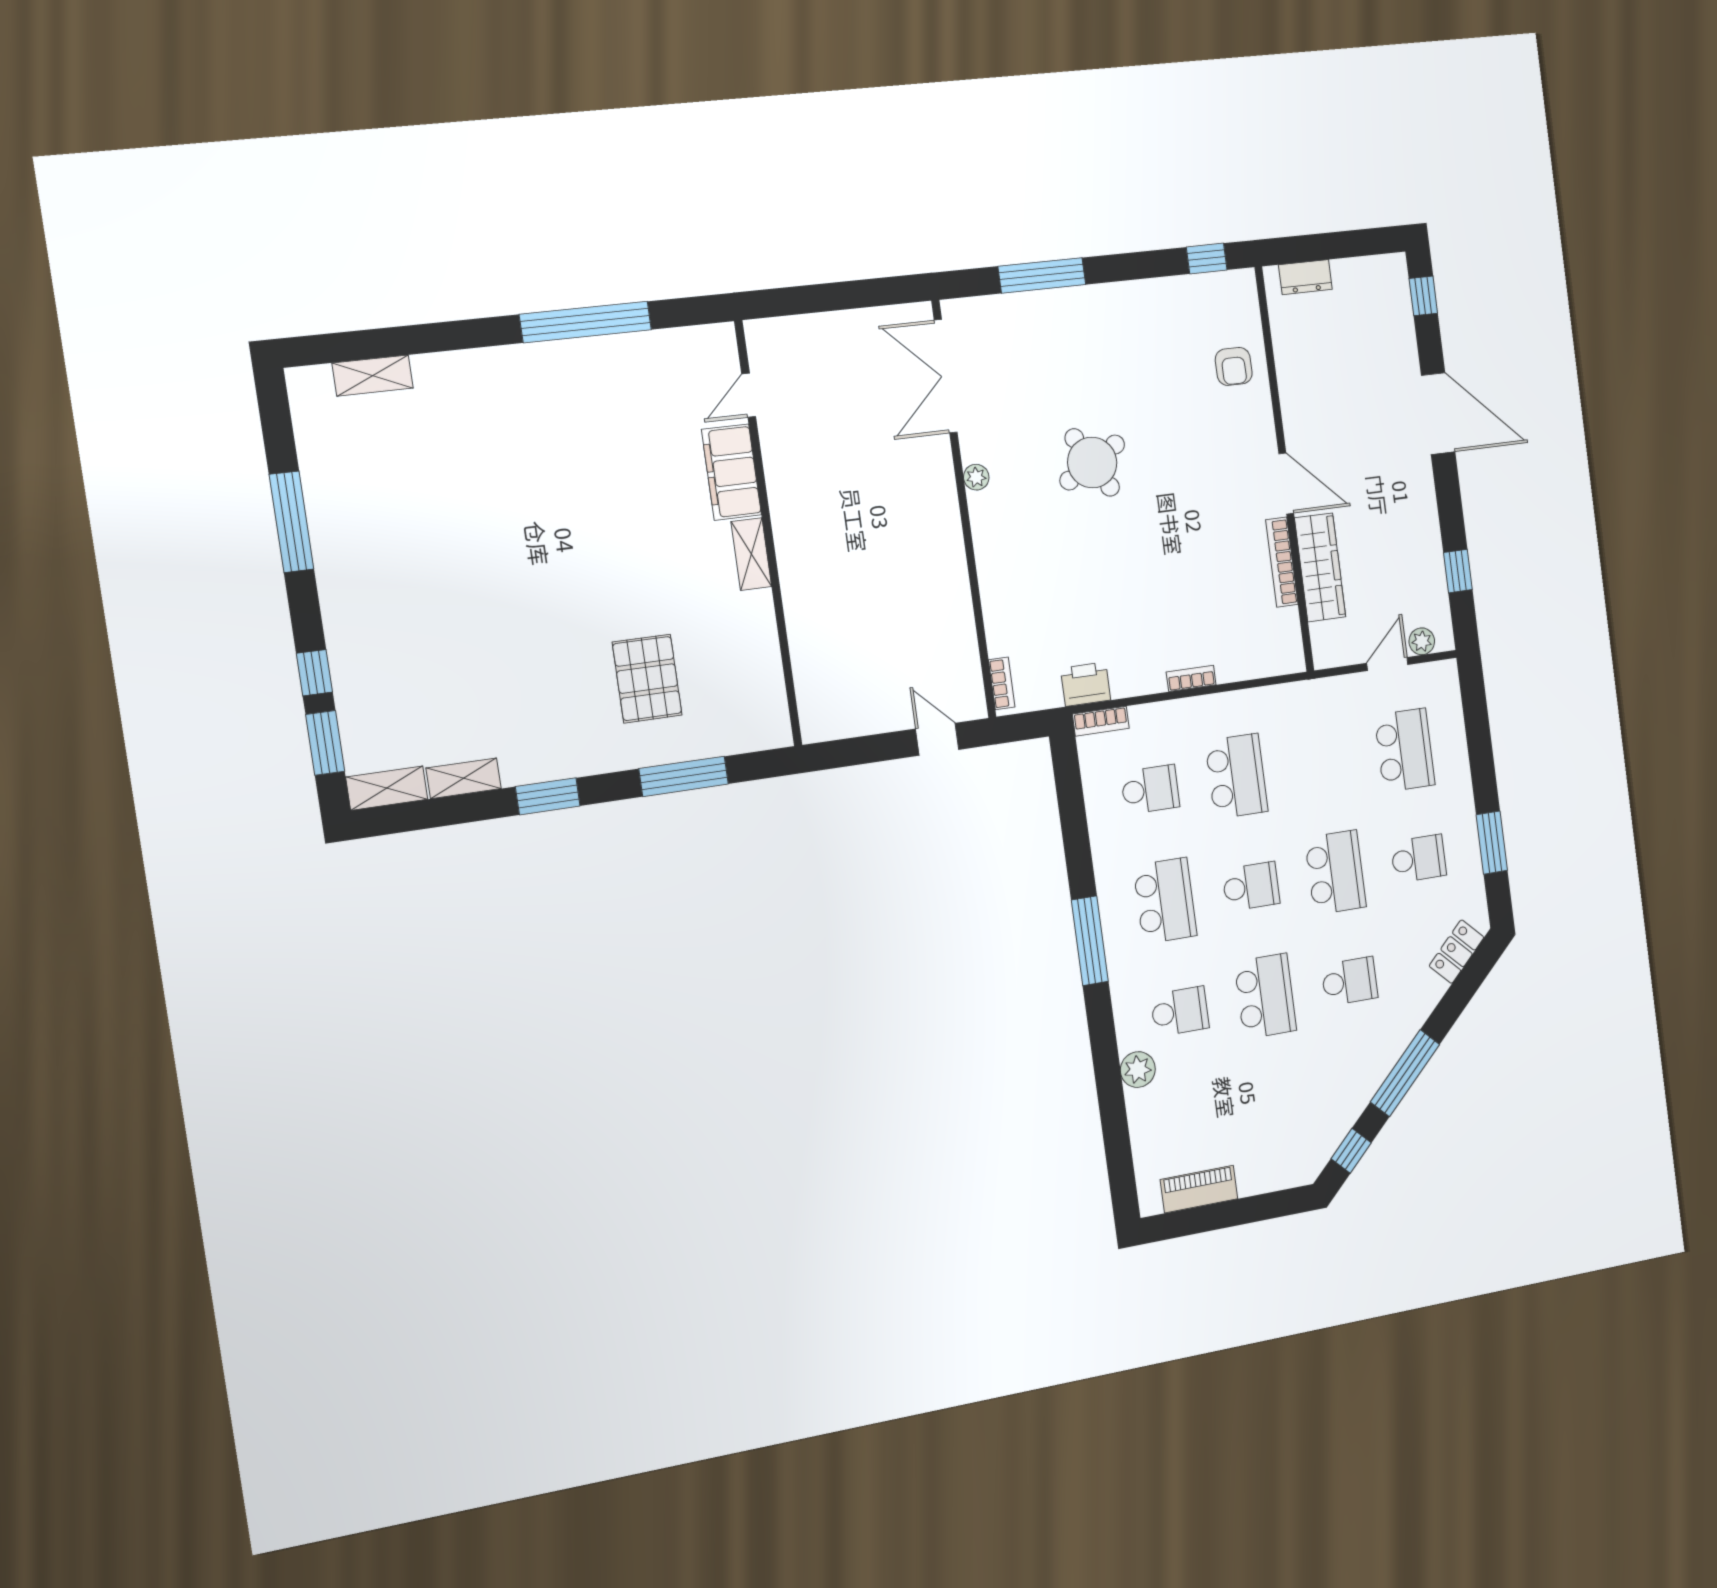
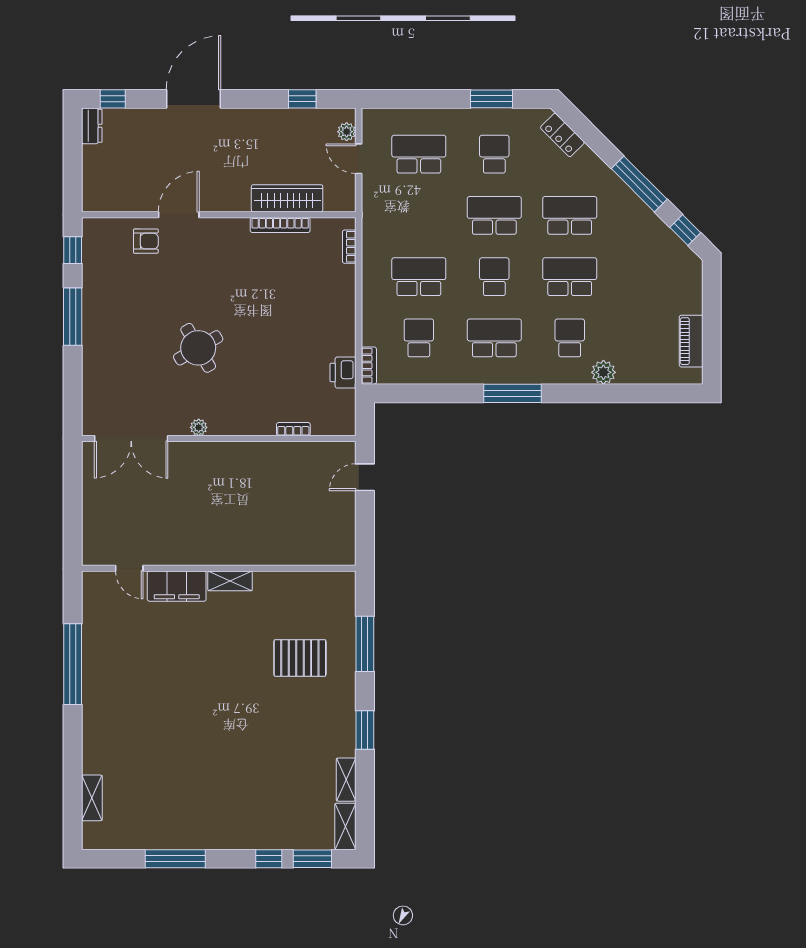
window: (1042, 275) -> (73, 317), moved
dresser: (1305, 277) -> (92, 126), moved
door: (1286, 483) -> (179, 215), moved
bookcase: (1191, 678) -> (349, 247), moved
bookcase: (1002, 683) -> (293, 429), moved
school desk: (1350, 981) -> (570, 215), width x1.85

